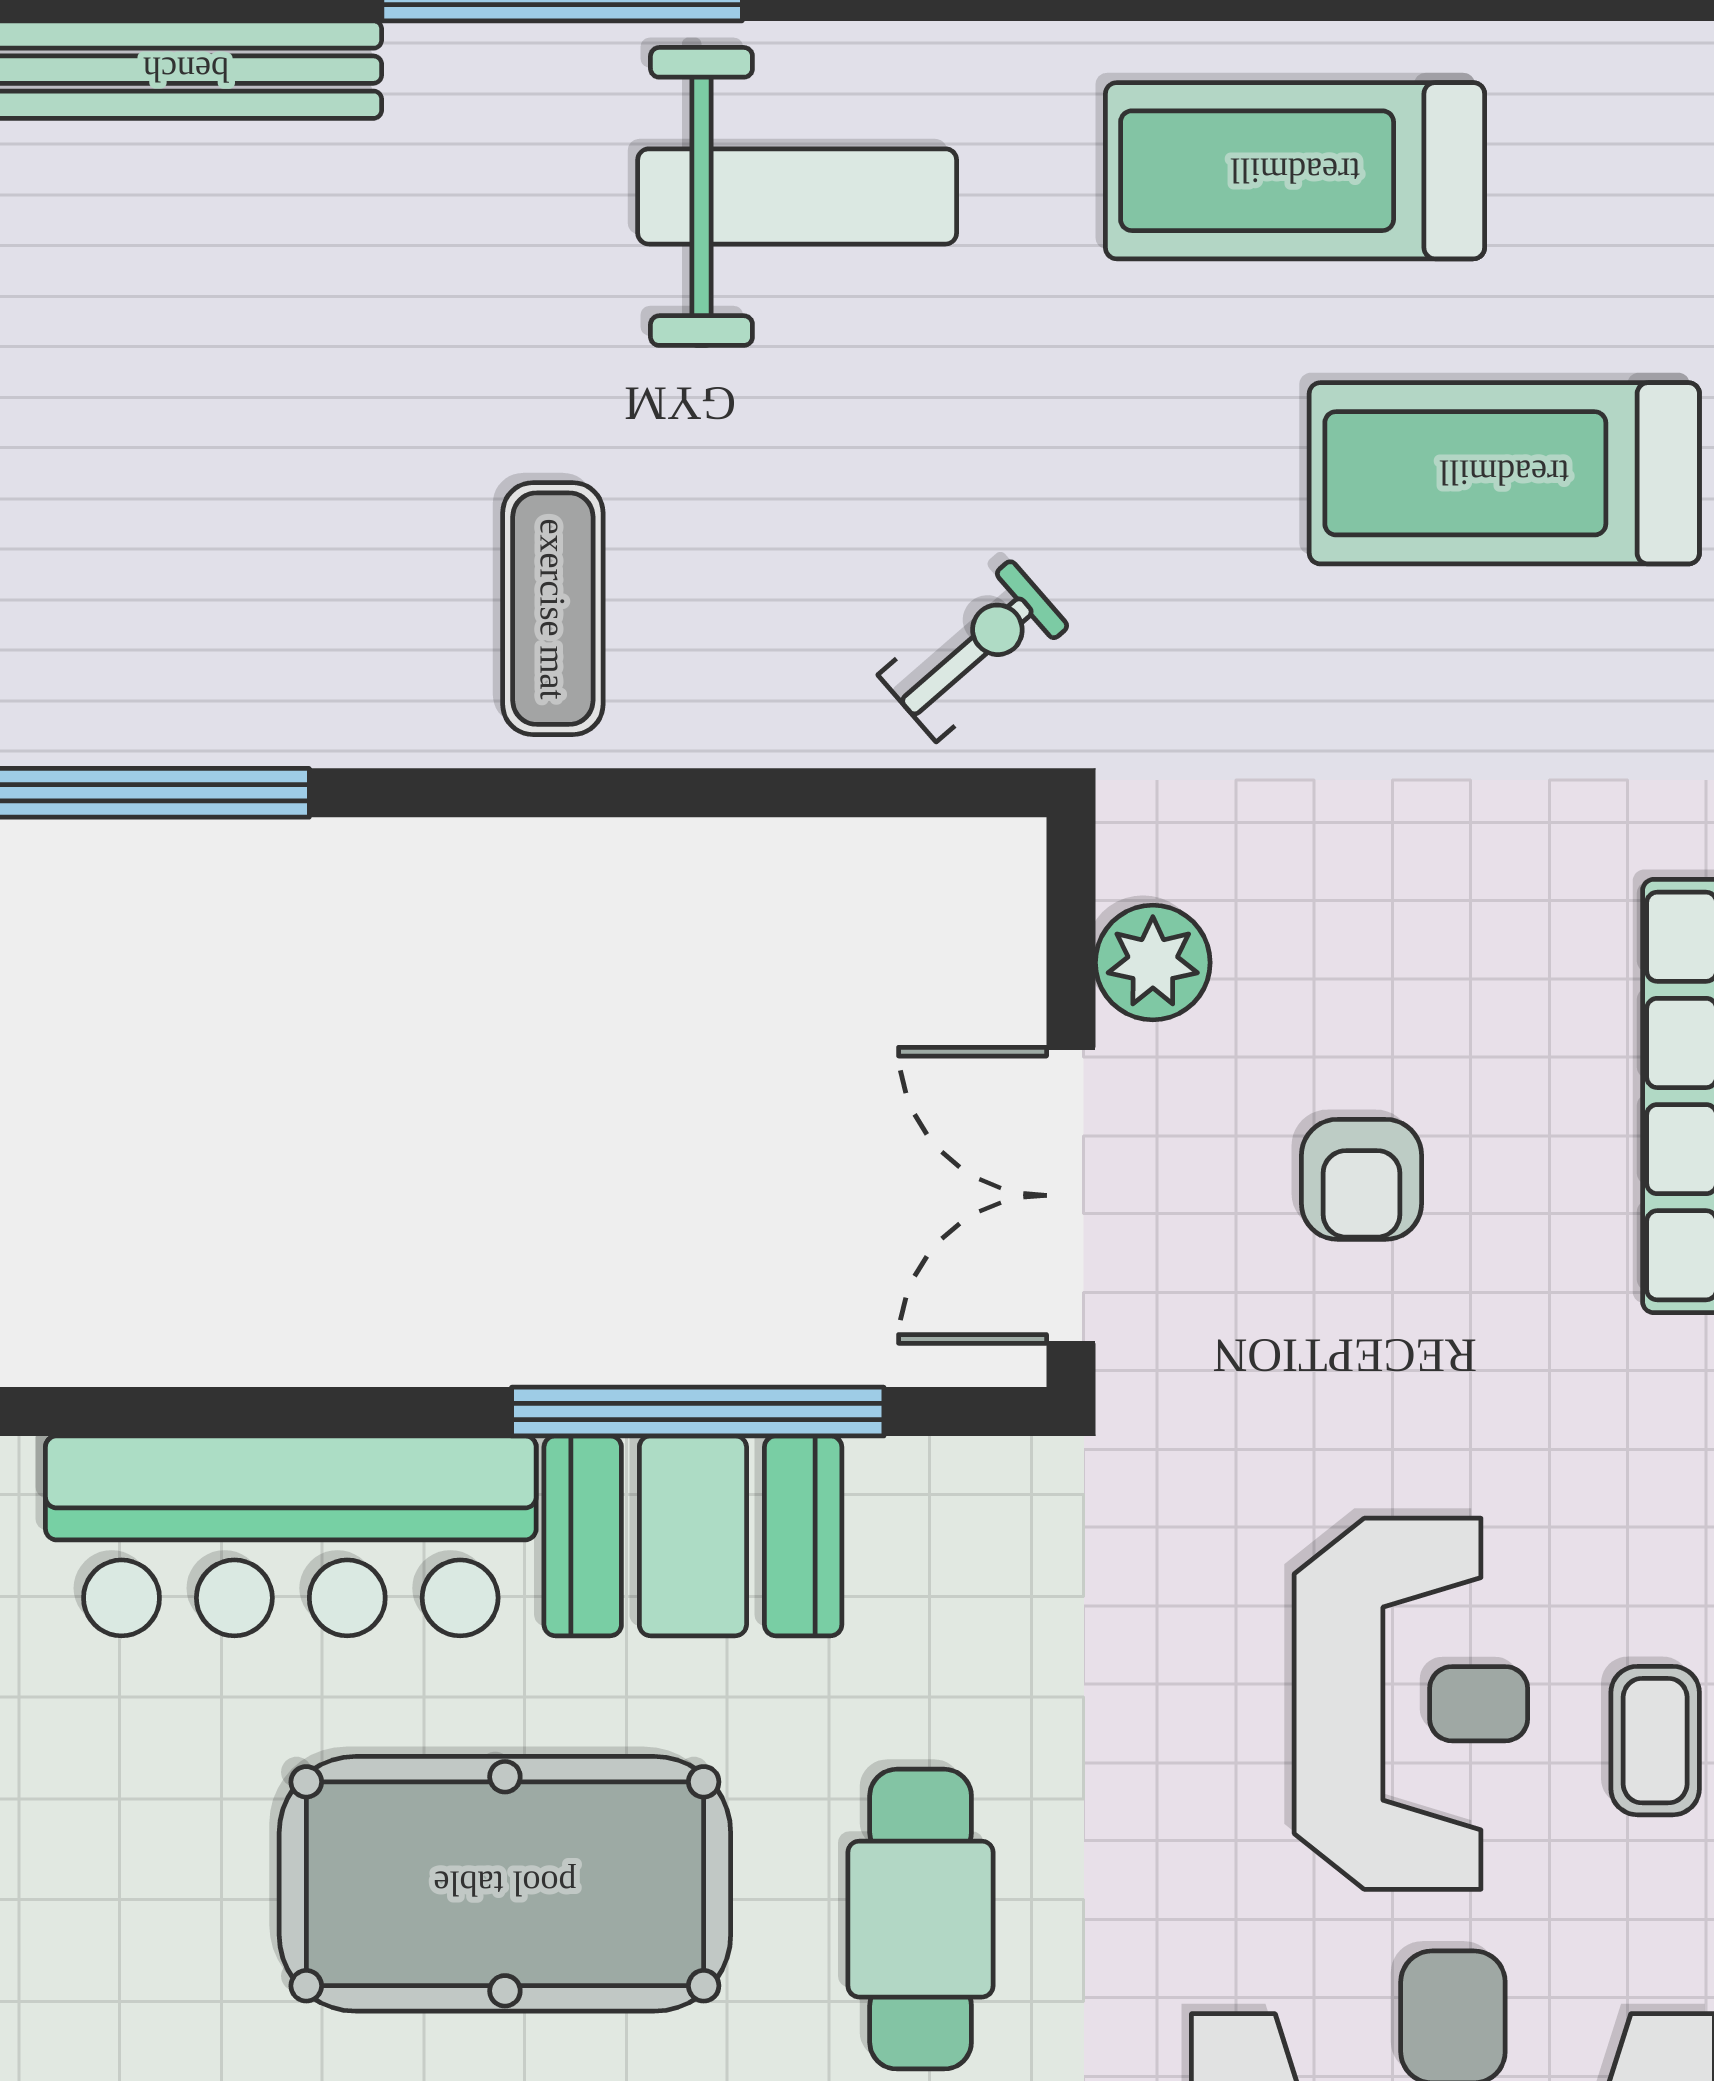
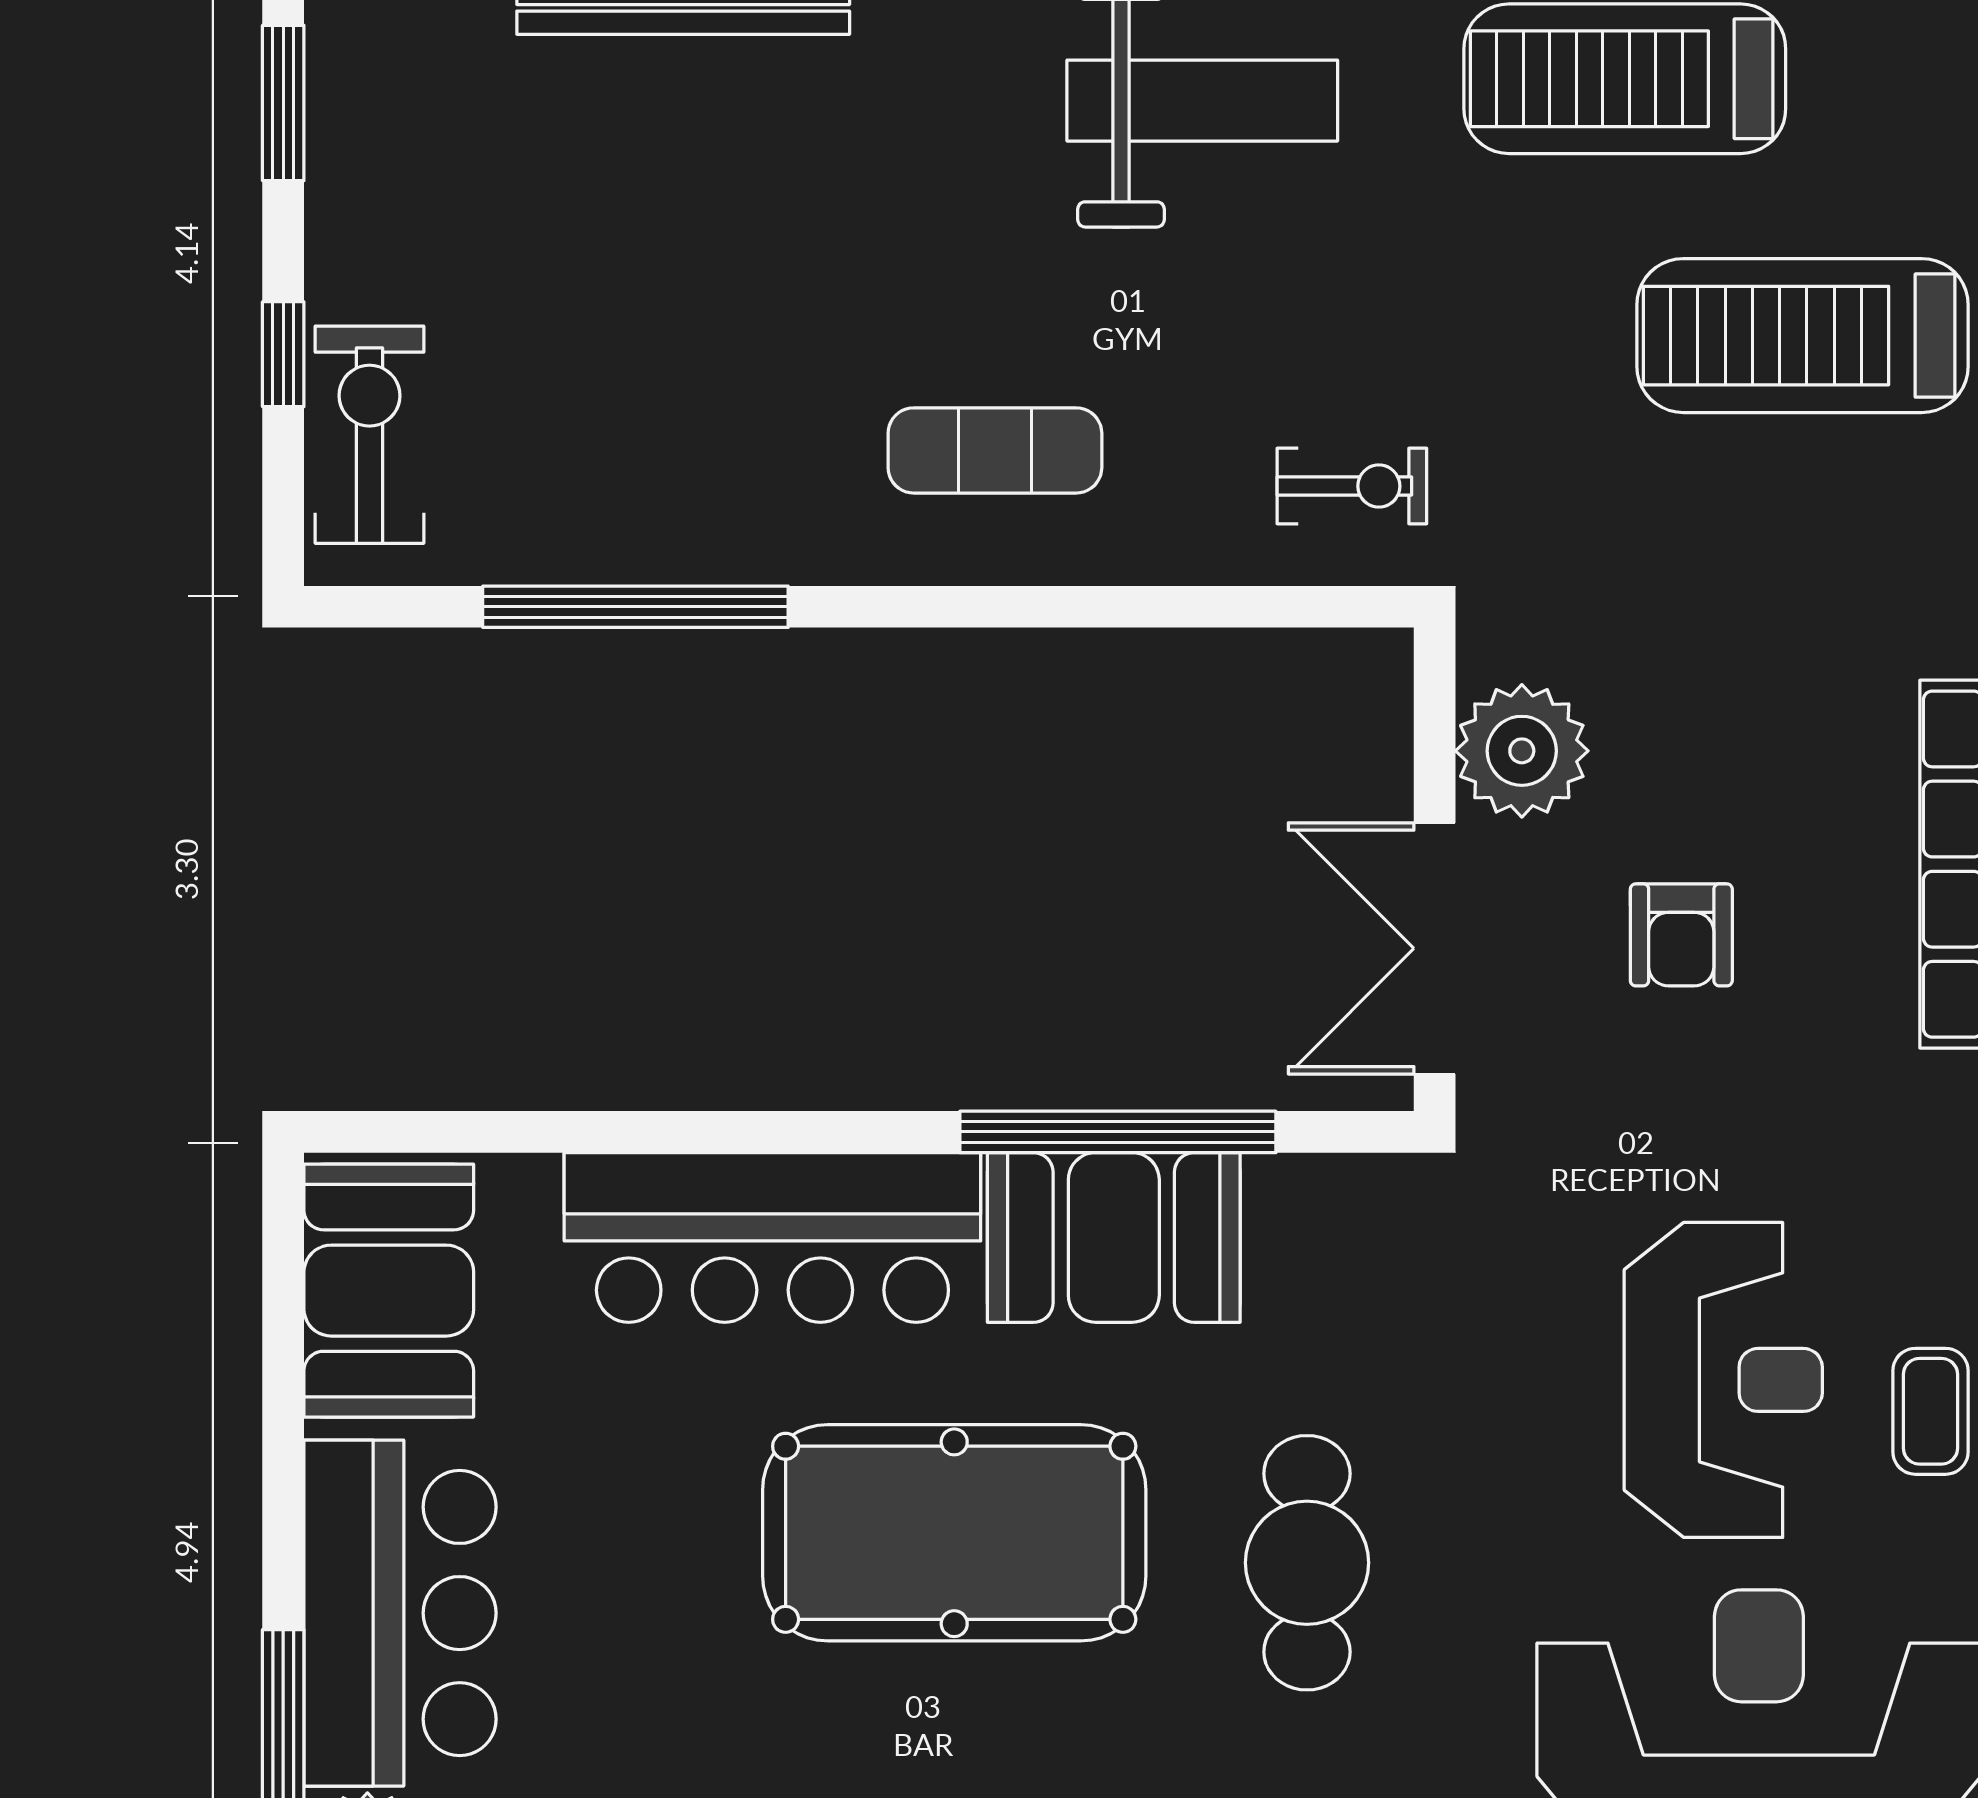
exercise mat: (553, 609) -> (995, 450), turned 90
exercise bike: (973, 651) -> (1352, 486), turned 41
plant: (1153, 963) -> (1522, 751), width x1.36, depth x1.36

